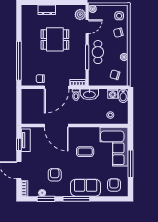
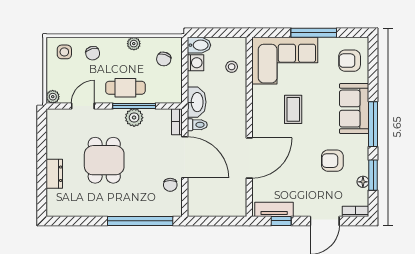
plant: (80, 15) -> (134, 118), moved
door: (87, 27) -> (83, 106), hinge flipped

